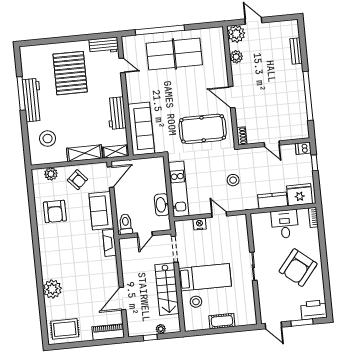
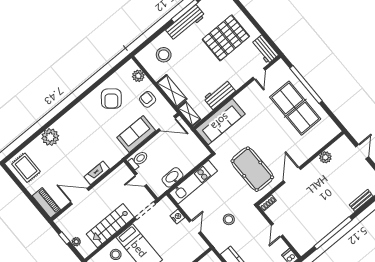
plant: (236, 34) -> (343, 145), removed
armchair: (77, 180) -> (148, 99), turned 132
armchair: (55, 211) -> (111, 99), turned -51
fireplace: (109, 243) -> (97, 173), moved

